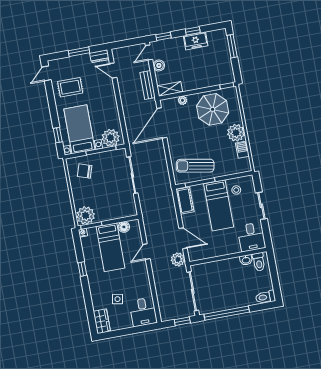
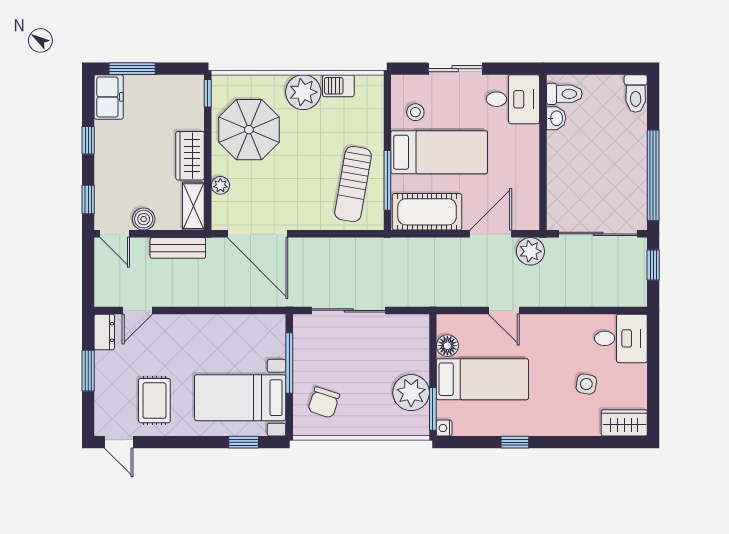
freezer: (196, 41) -> (109, 97), moved
wardrobe: (194, 83) -> (190, 156), added
plant: (111, 138) -> (268, 340), removed
cot: (185, 201) -> (427, 212), width x1.37, depth x1.34
plant: (86, 215) -> (411, 393), moved

